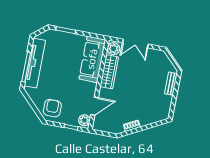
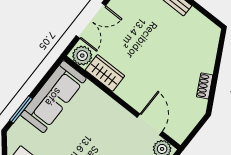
sofa: (92, 59) -> (53, 97), moved, turned -90
wardrobe: (109, 72) -> (105, 73), width x0.67

